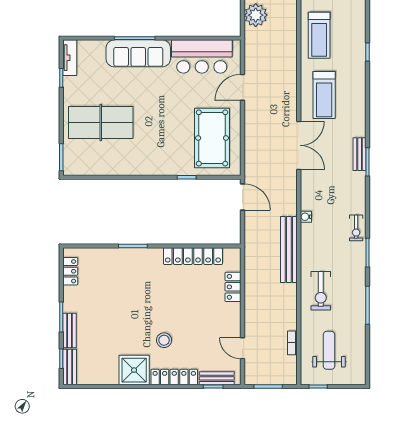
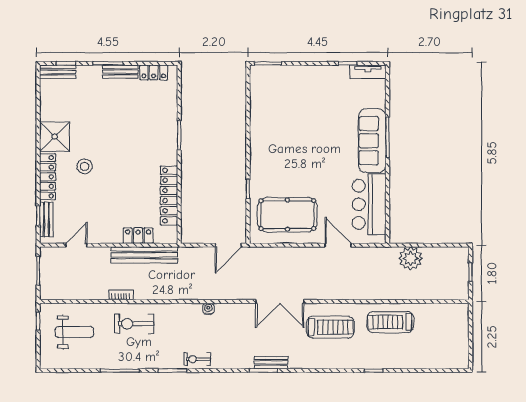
treadmill: (324, 95) -> (330, 327), turned 180
table tennis table: (101, 122) -> (303, 103), removed
bench: (289, 249) -> (144, 255), moved
bench: (69, 330) -> (120, 72), moved
bookcase: (292, 343) -> (121, 295), moved

